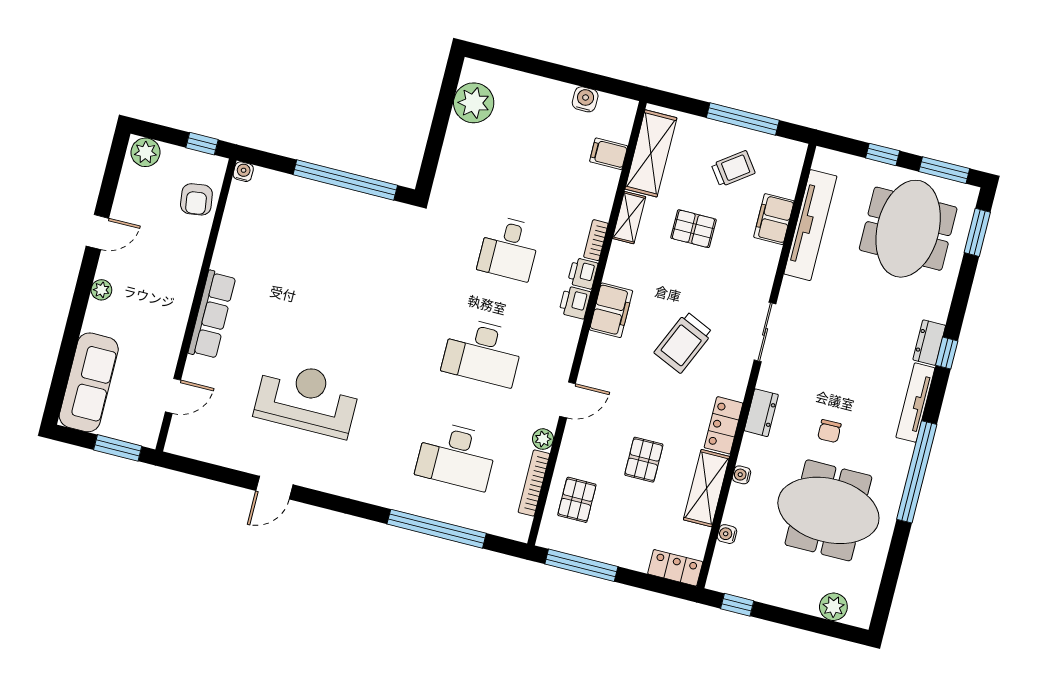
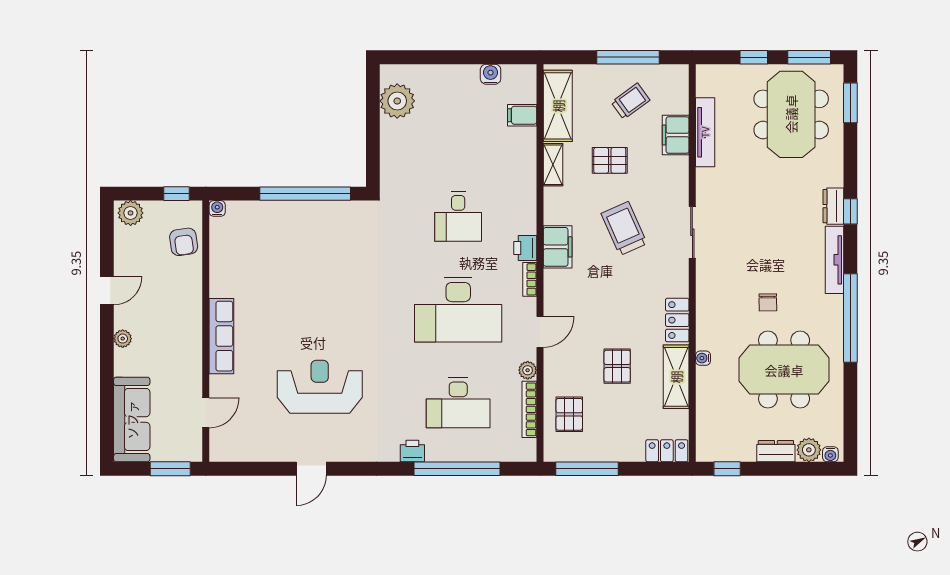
tv unit: (810, 225) -> (705, 132), width x0.73, depth x0.78
bookcase: (596, 240) -> (530, 279), moved
printer: (583, 273) -> (412, 451), moved, turned 90
trolley: (683, 342) -> (624, 229), moved, turned 132
desk: (483, 352) -> (458, 310), width x1.36, depth x1.30
dresser: (761, 413) -> (776, 451), moved, turned -90
water cooler: (727, 534) -> (830, 454), moved, turned -90

